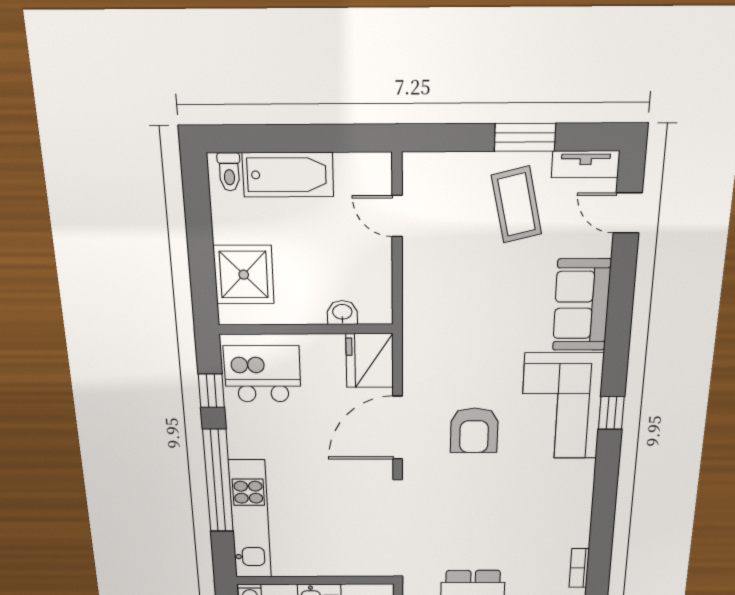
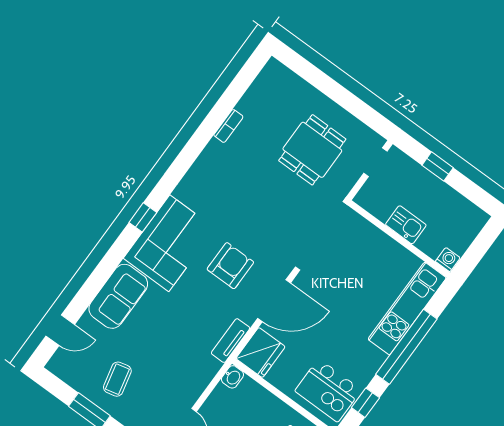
tv unit: (585, 164) -> (230, 341), moved, turned -90
coffee table: (517, 205) -> (117, 379), width x0.73, depth x0.77
door: (628, 213) -> (60, 330), hinge flipped
washbasin: (342, 313) -> (233, 377), moved, turned -90

